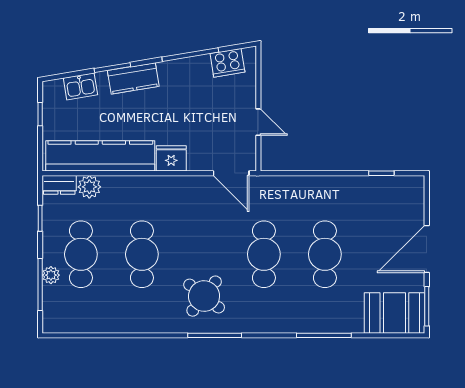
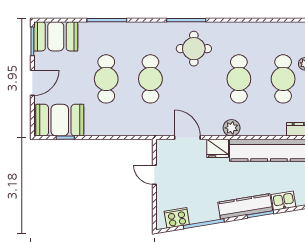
kitchen counter: (133, 78) -> (245, 206), width x1.50
door: (231, 173) -> (187, 138), moved
plant: (89, 187) -> (232, 128), moved
booth: (389, 197) -> (60, 120), added
door: (427, 249) -> (32, 83), width x0.73
round table: (204, 296) -> (194, 49), turned -38

